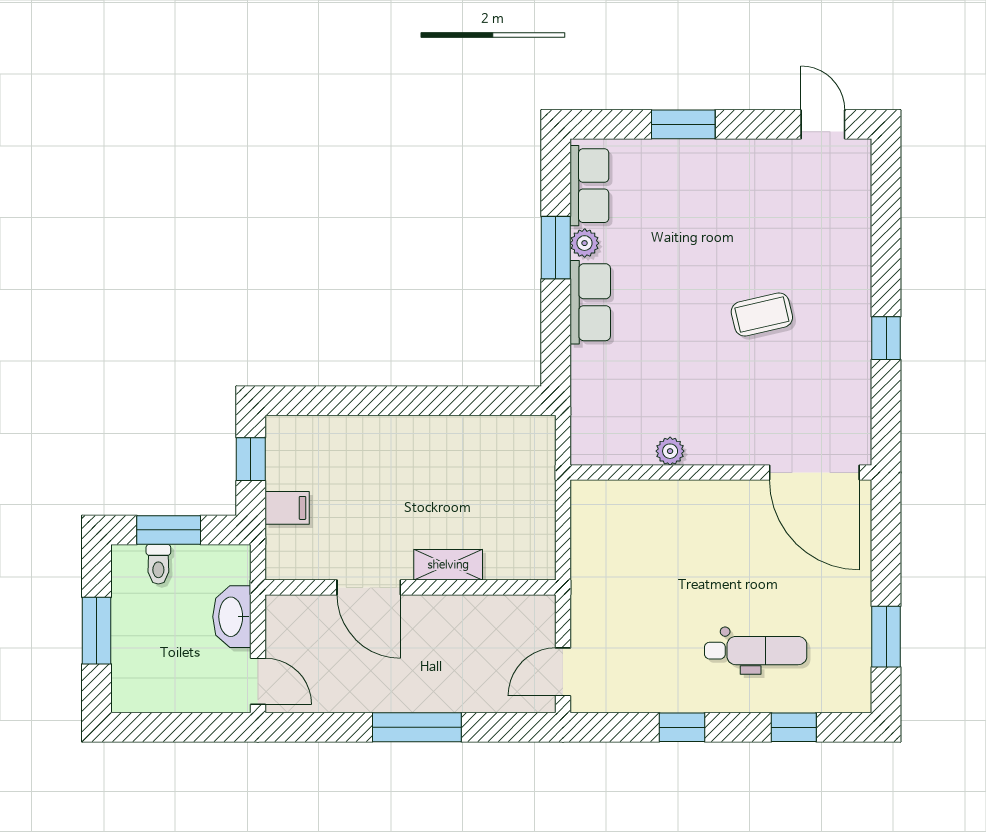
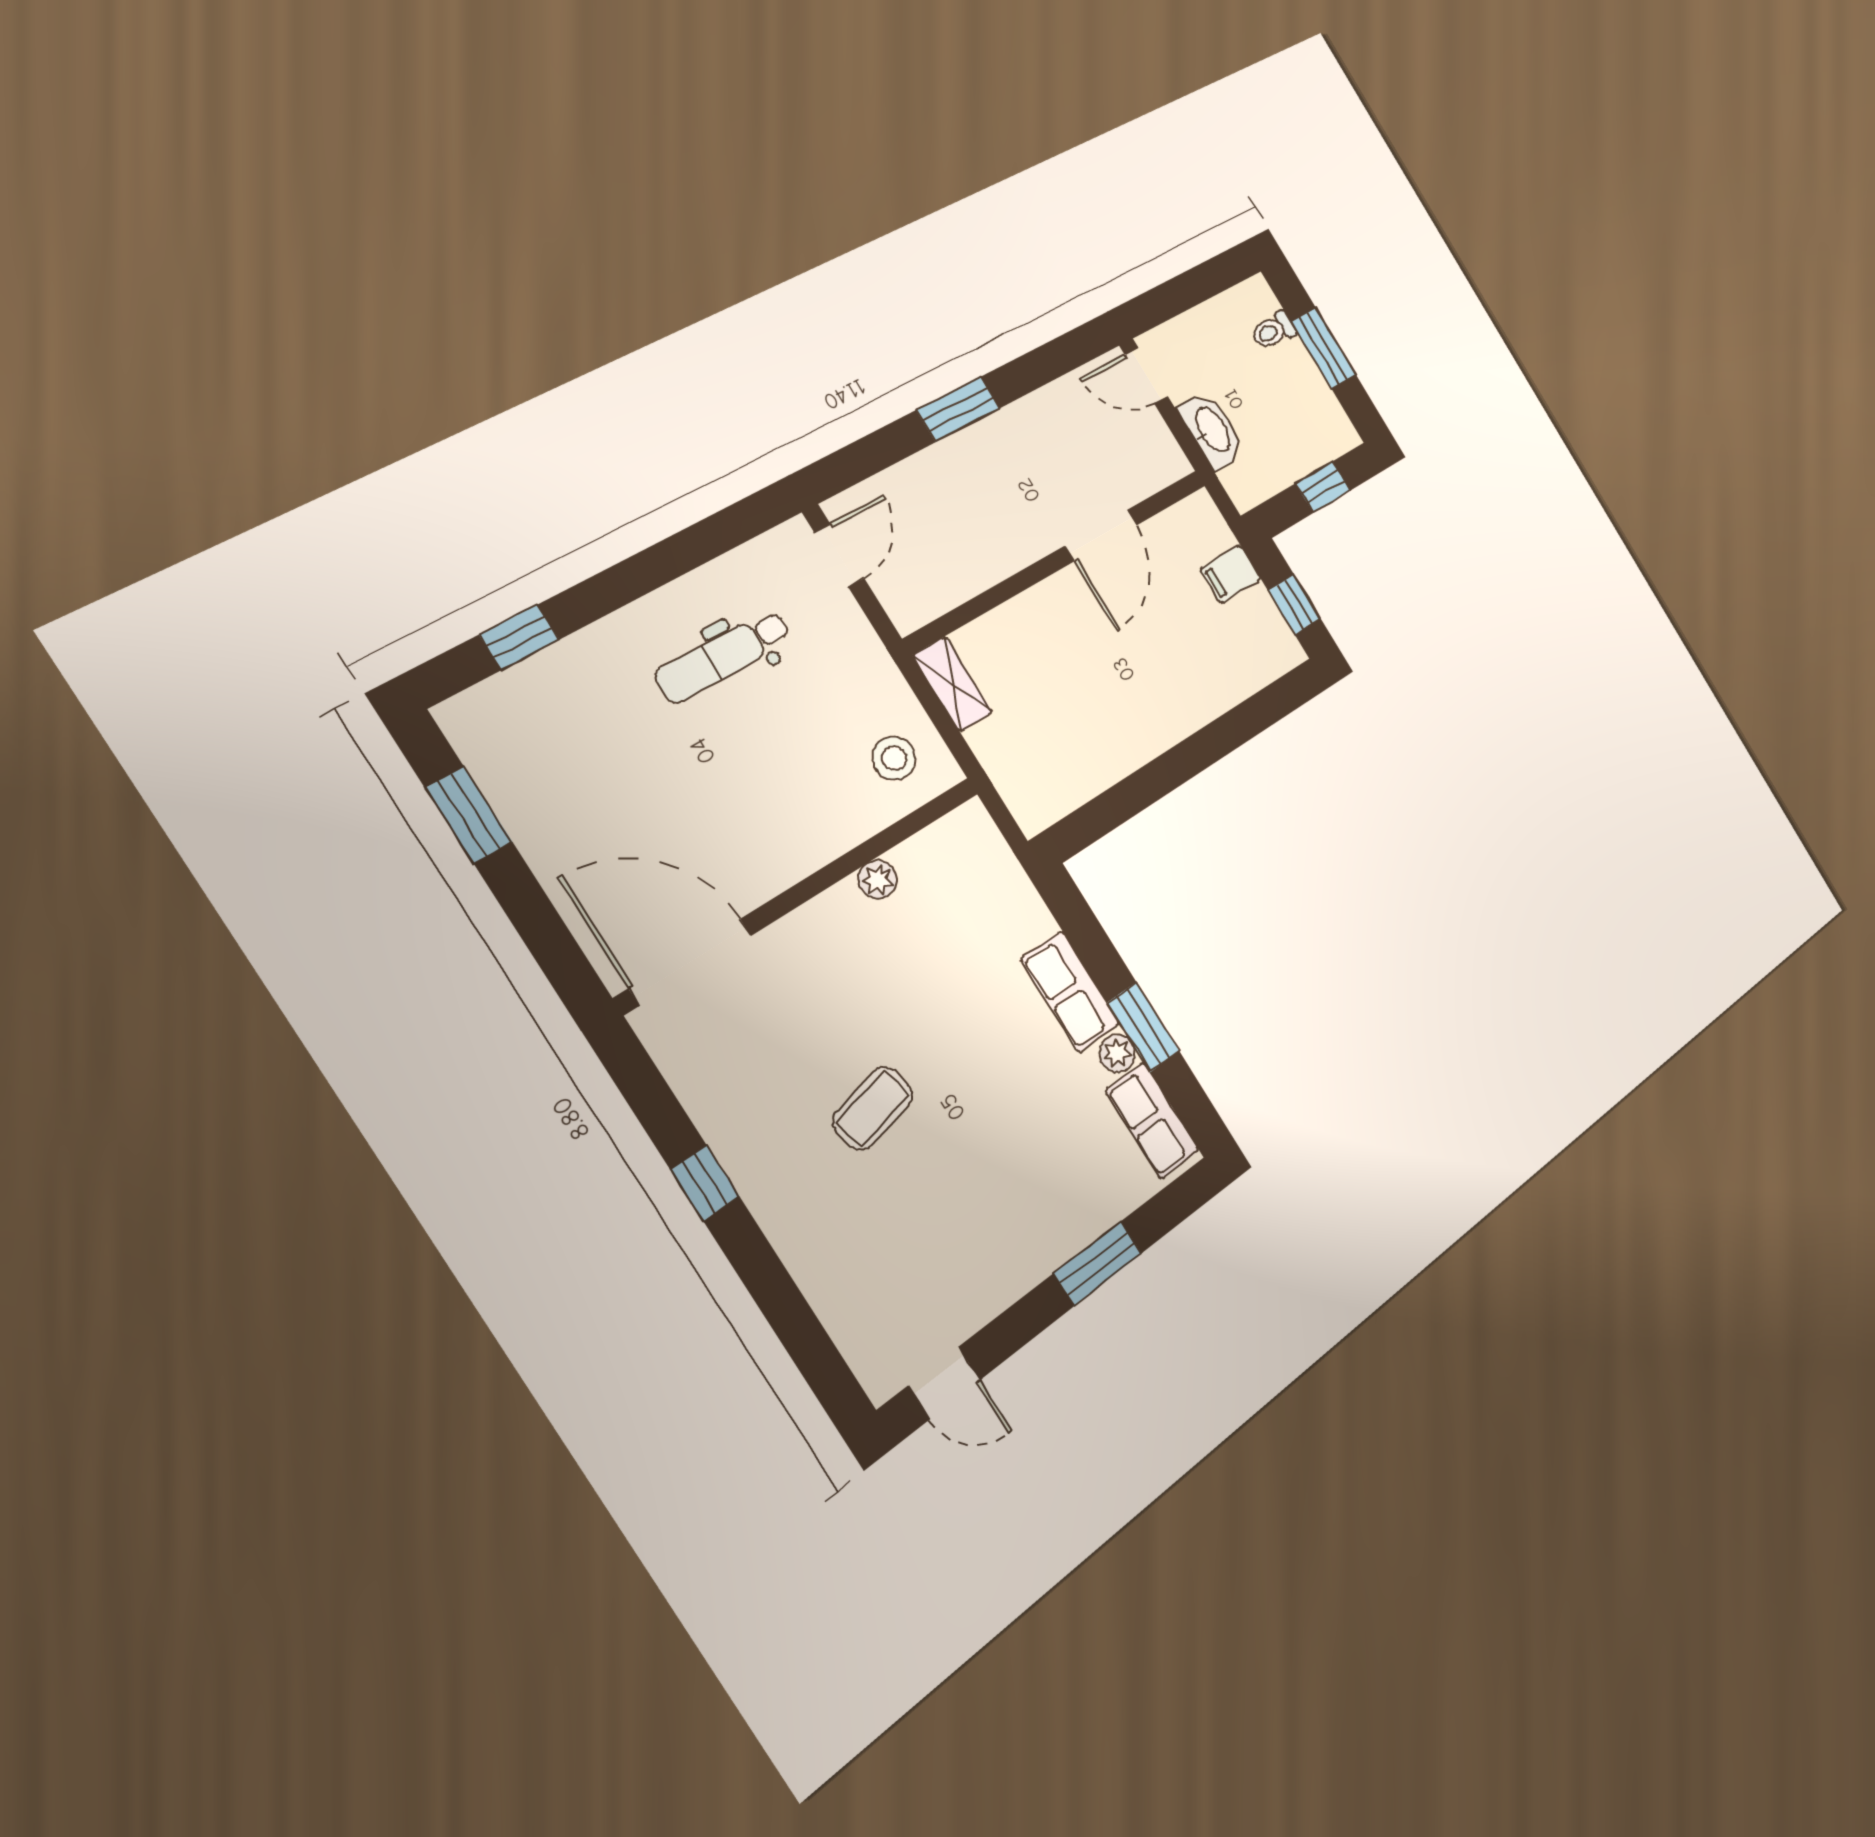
stool: (610, 521) -> (894, 758), added
window: (169, 530) -> (1323, 487), width x0.67
toilet: (158, 564) -> (1273, 331), moved, turned -90
shelving: (448, 565) -> (953, 684), moved, turned 90
door: (369, 587) -> (1101, 535), swing flipped
dental chair: (756, 651) -> (723, 656), moved
window: (417, 727) -> (958, 409), width x0.69
window: (682, 727) -> (660, 564), removed

